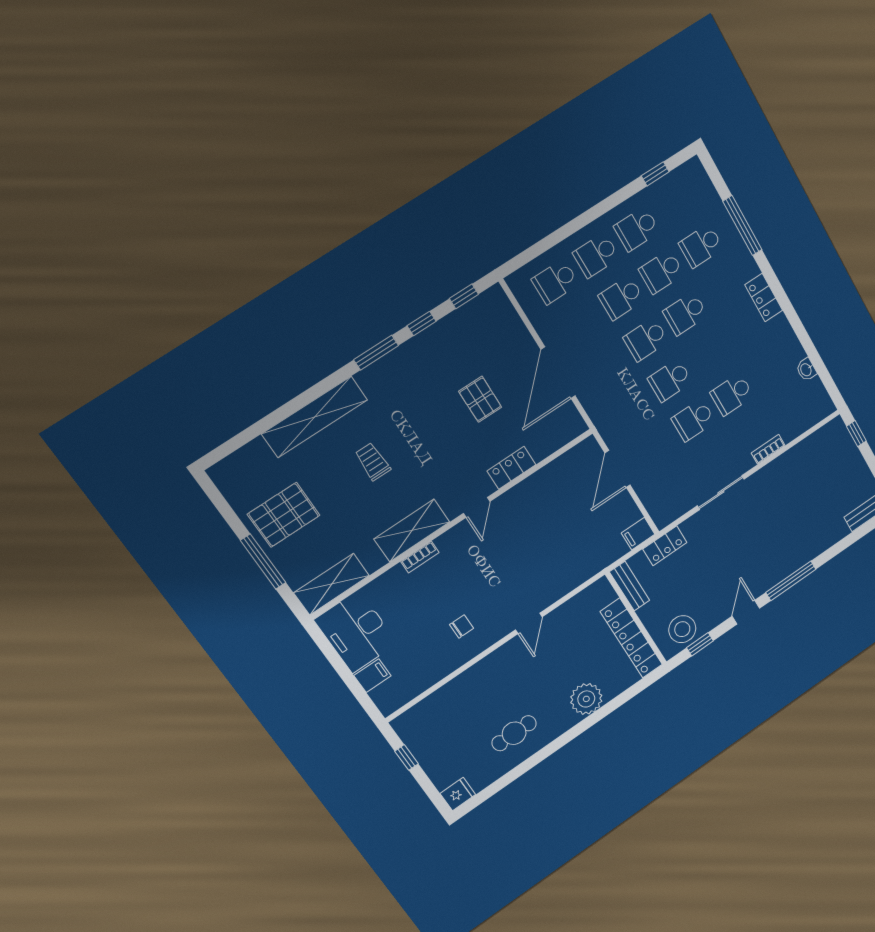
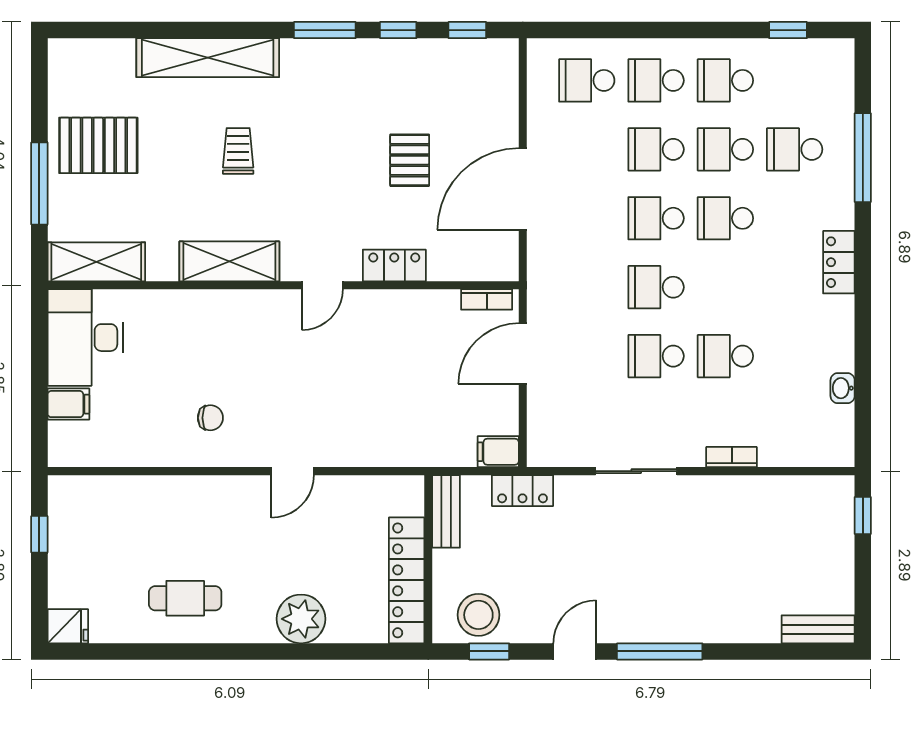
bookcase: (420, 557) -> (487, 299), moved

